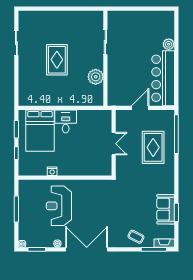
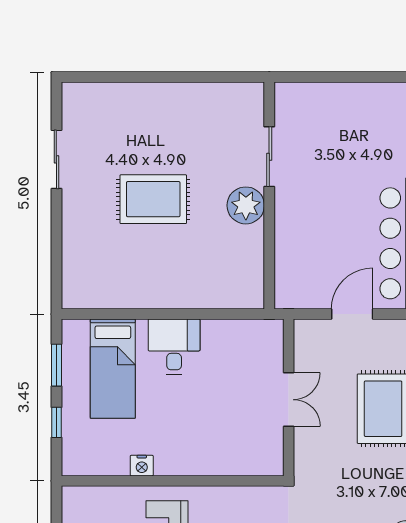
rug: (57, 60) -> (153, 199), turned 90
plant: (96, 77) -> (246, 205), moved
bed: (40, 131) -> (113, 369), width x0.67

